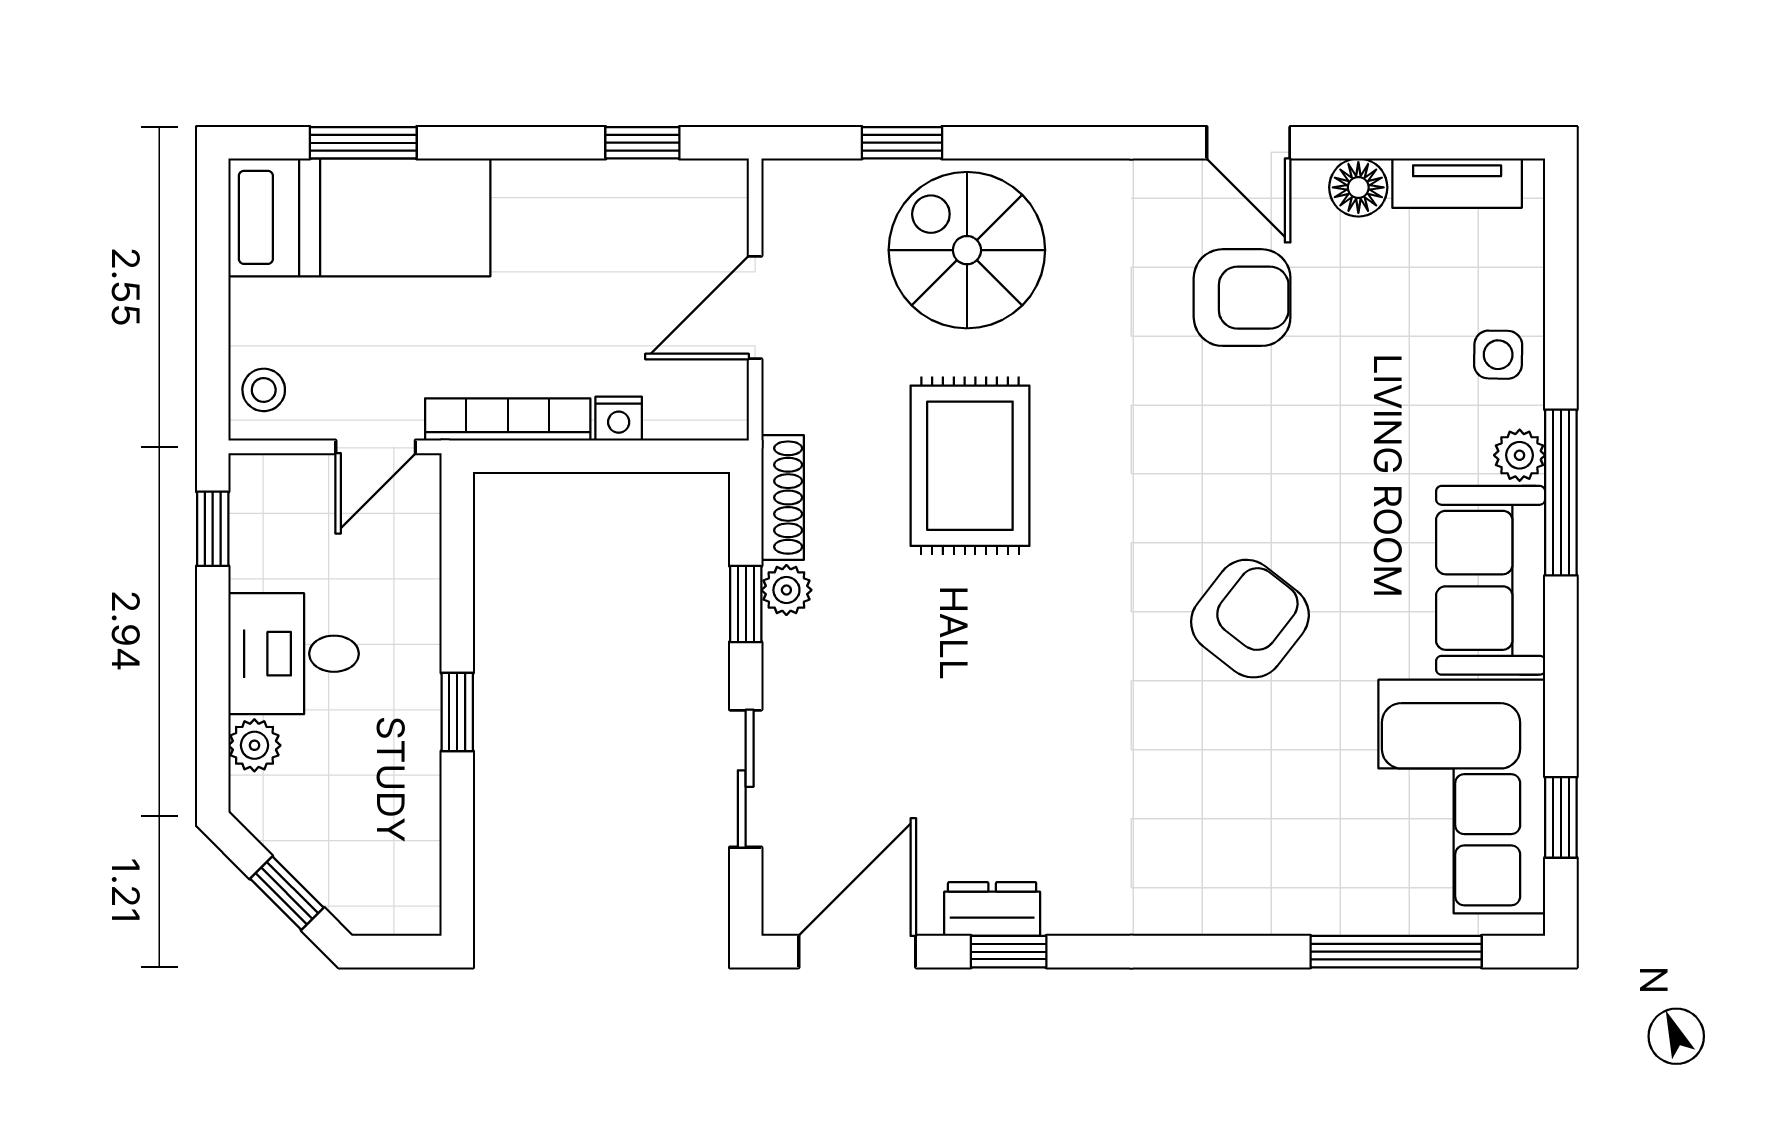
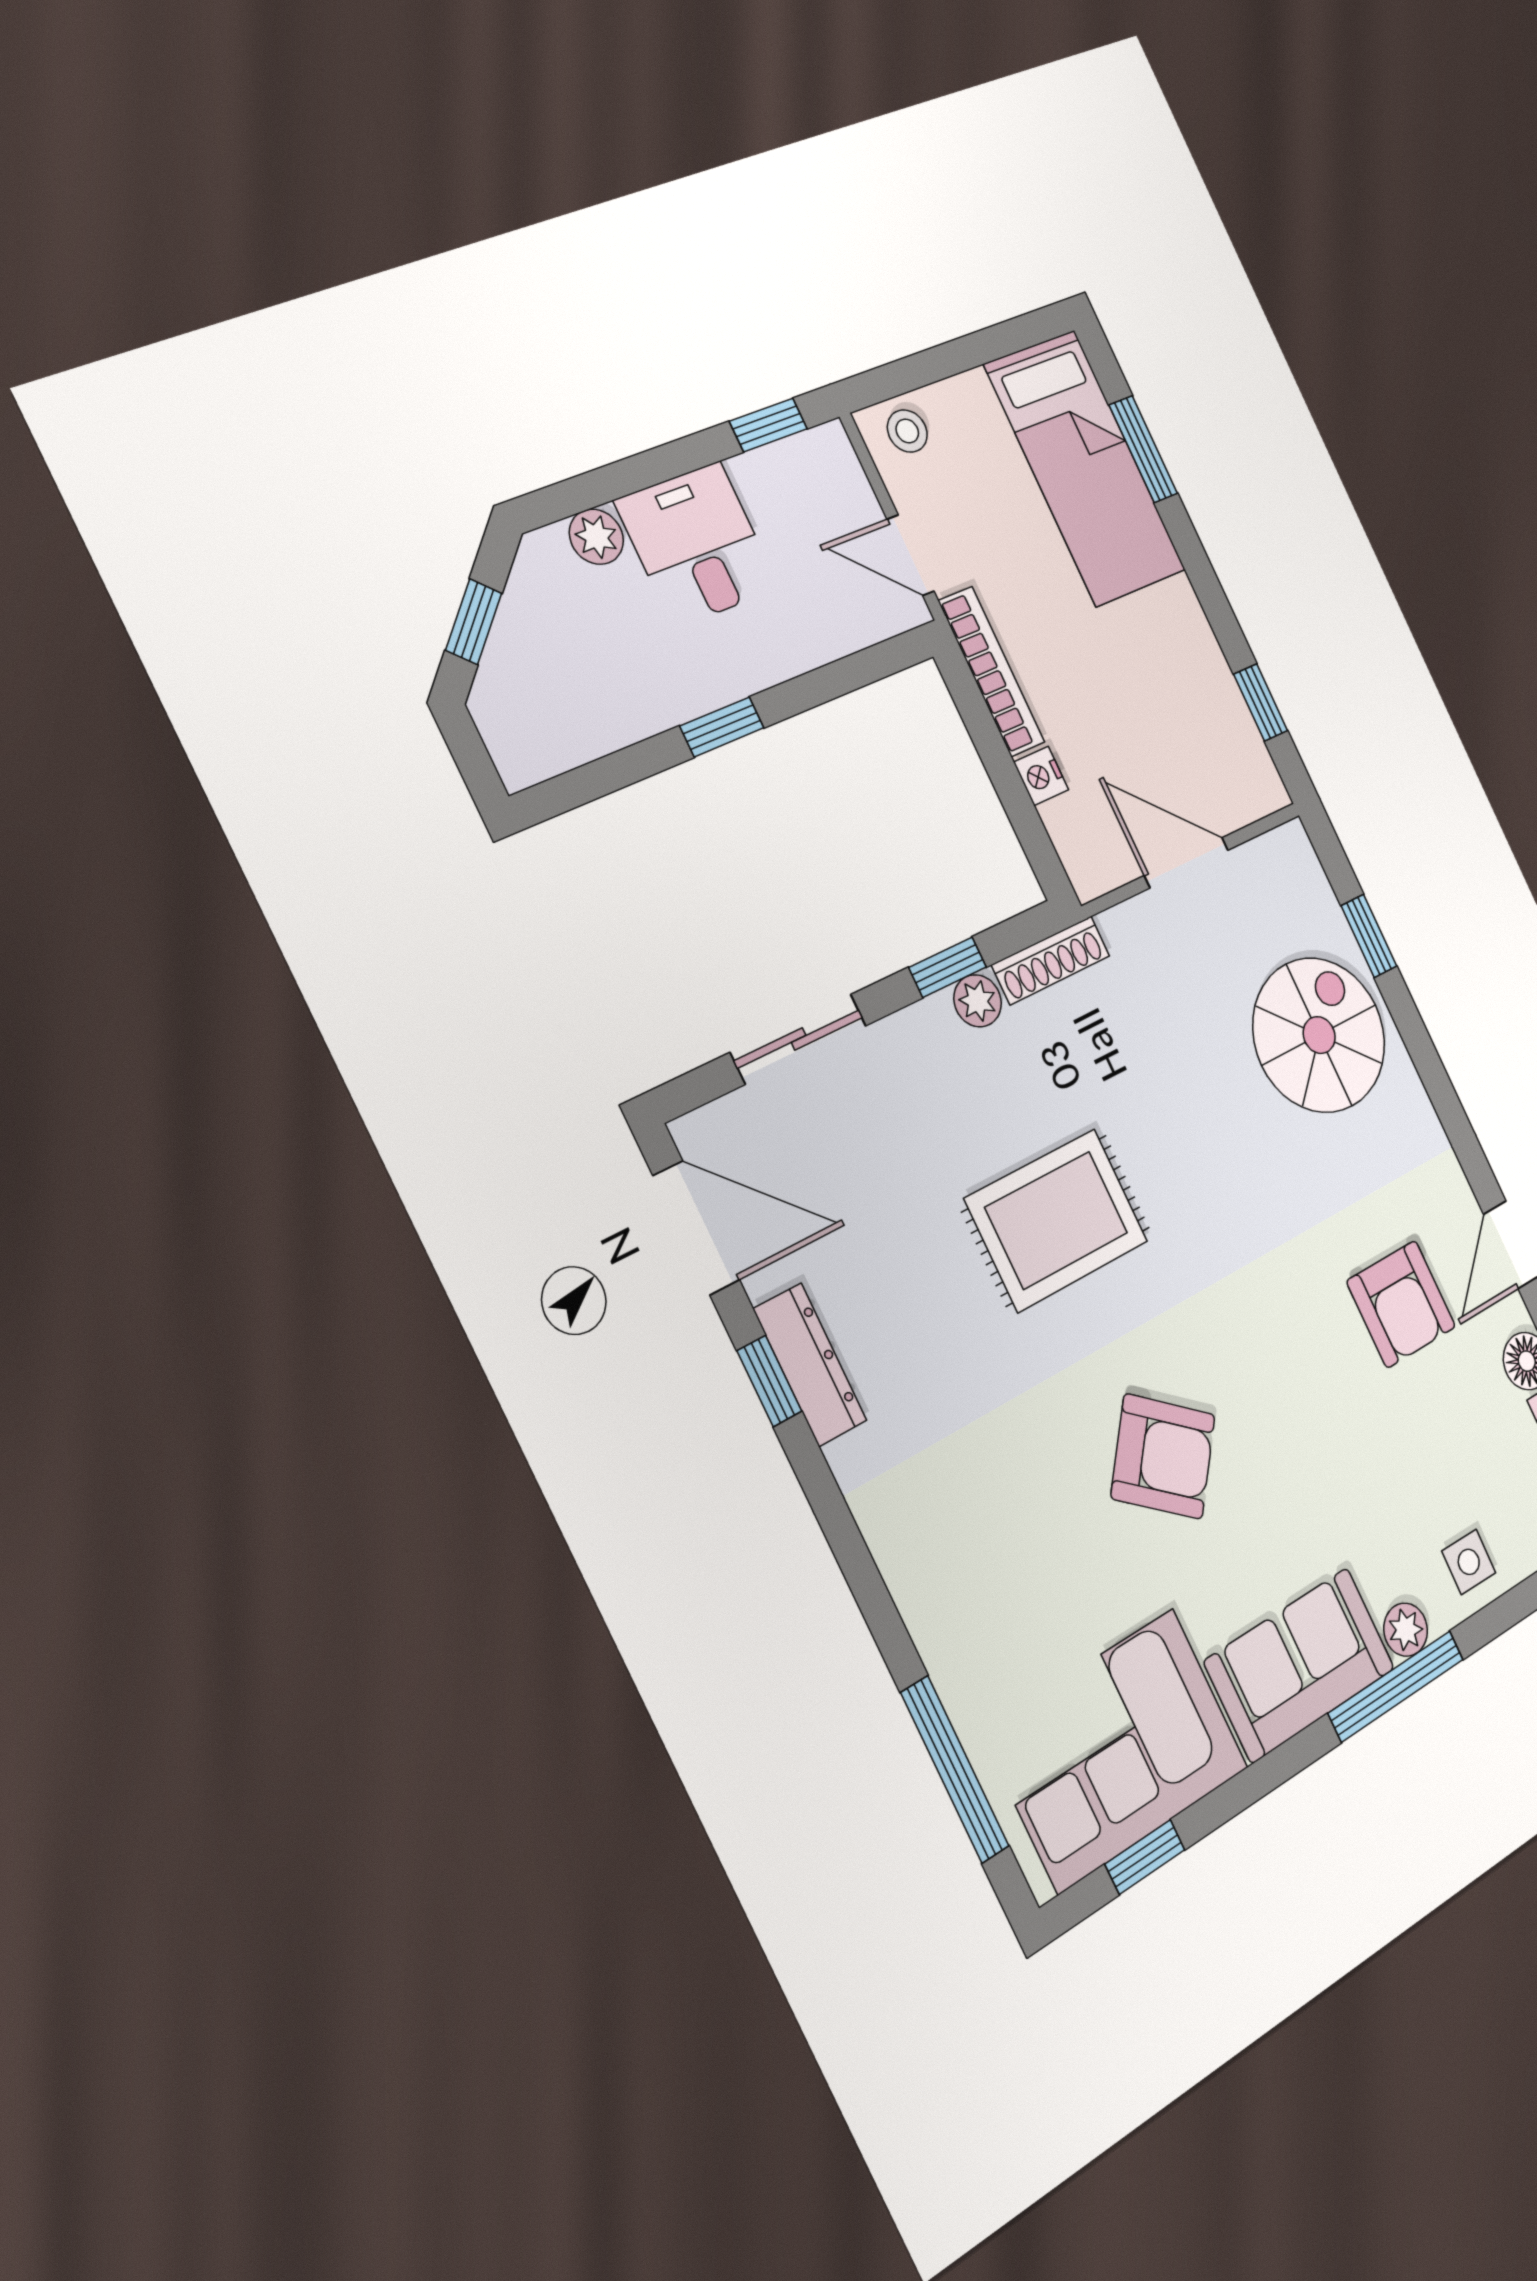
rug: (970, 466) -> (1057, 1220), moved
dresser: (992, 909) -> (810, 1365), width x1.44

